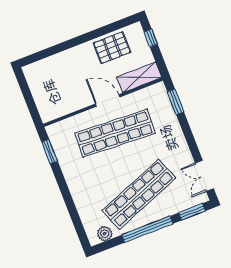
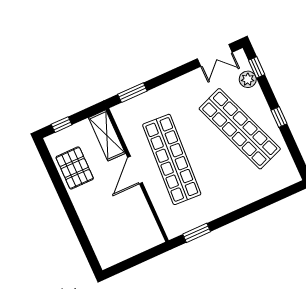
window: (192, 212) -> (257, 67), width x0.67
window: (147, 229) -> (279, 117), width x0.32
plant: (105, 234) -> (248, 79), moved

